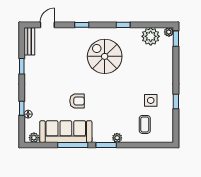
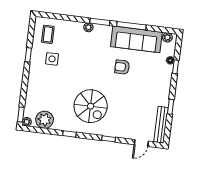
bench: (29, 41) -> (161, 125), width x1.36
coffee table: (145, 124) -> (48, 34), moved

